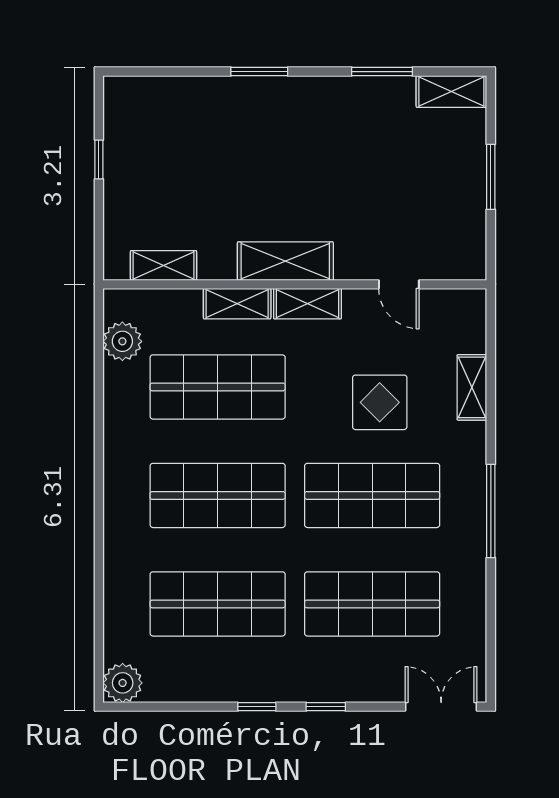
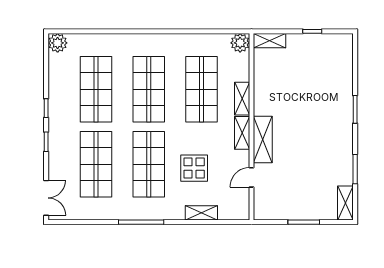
shelving: (285, 261) -> (263, 140), moved
shelving: (164, 265) -> (270, 41), moved, turned 90
plant: (122, 341) -> (240, 43), moved

